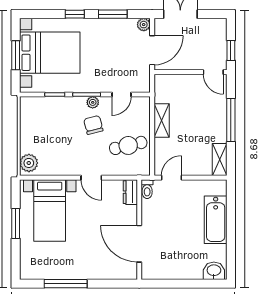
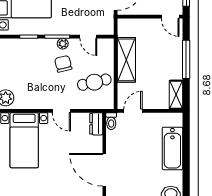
door: (122, 94) -> (88, 37), hinge flipped
shelving: (162, 121) -> (126, 60), width x1.50, depth x1.33

